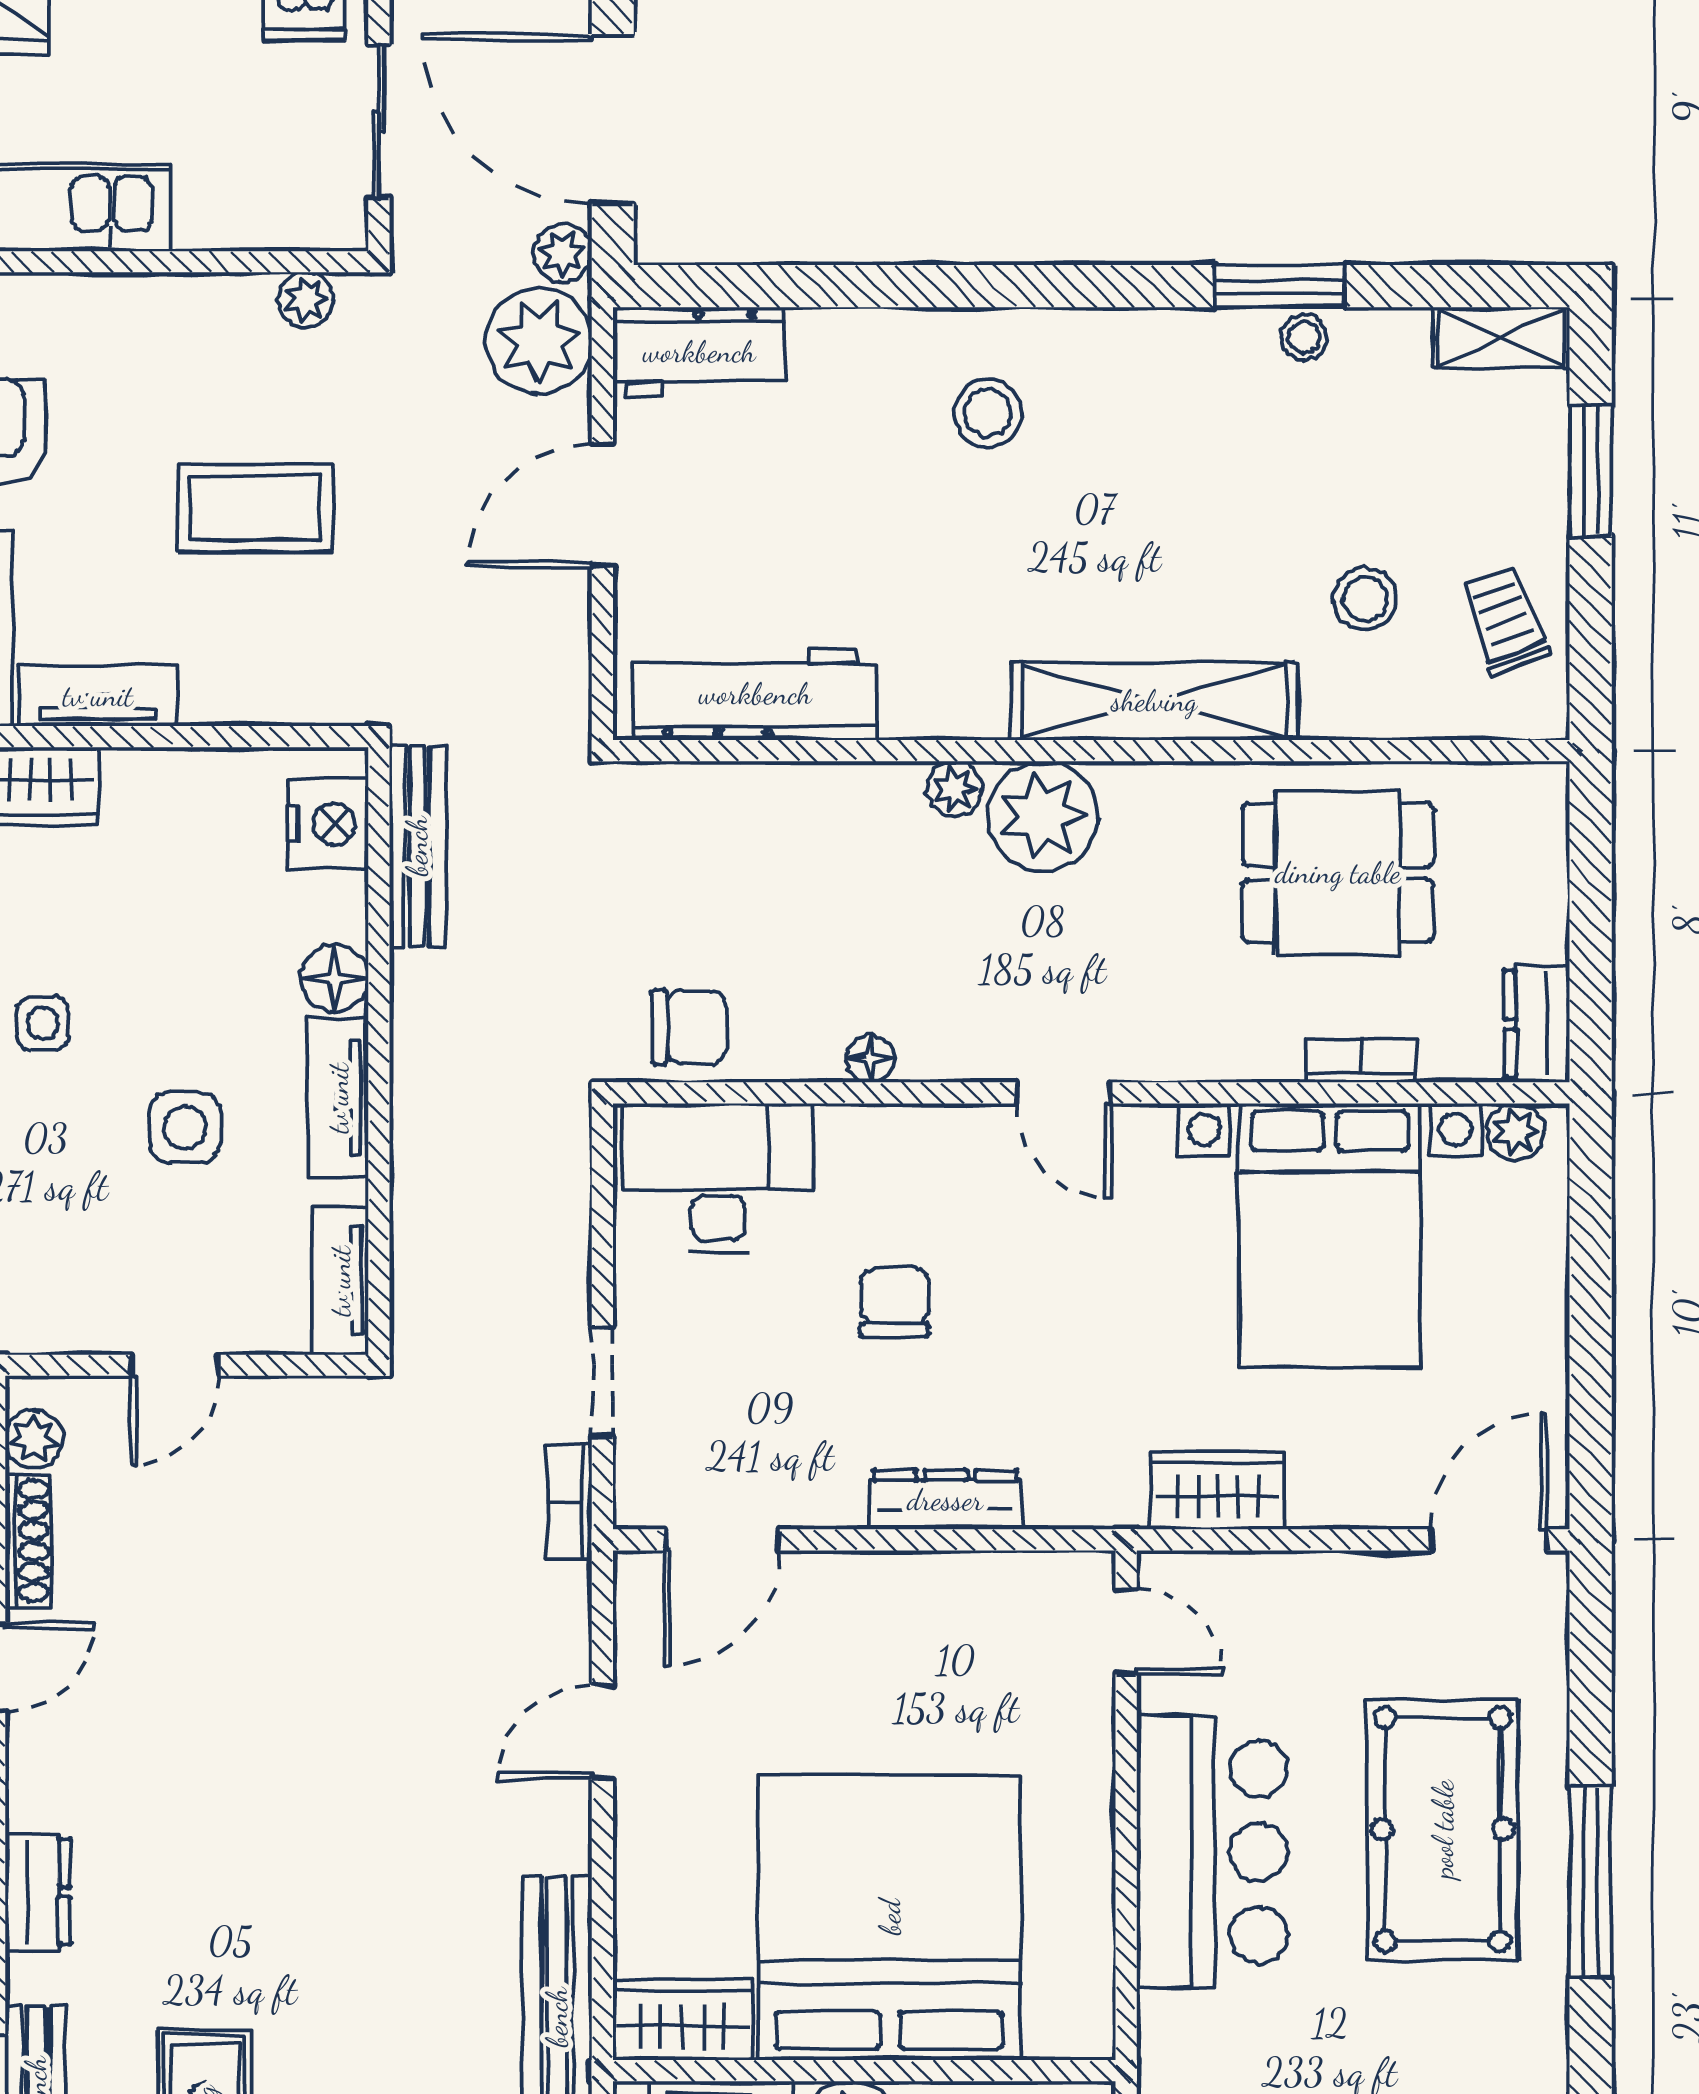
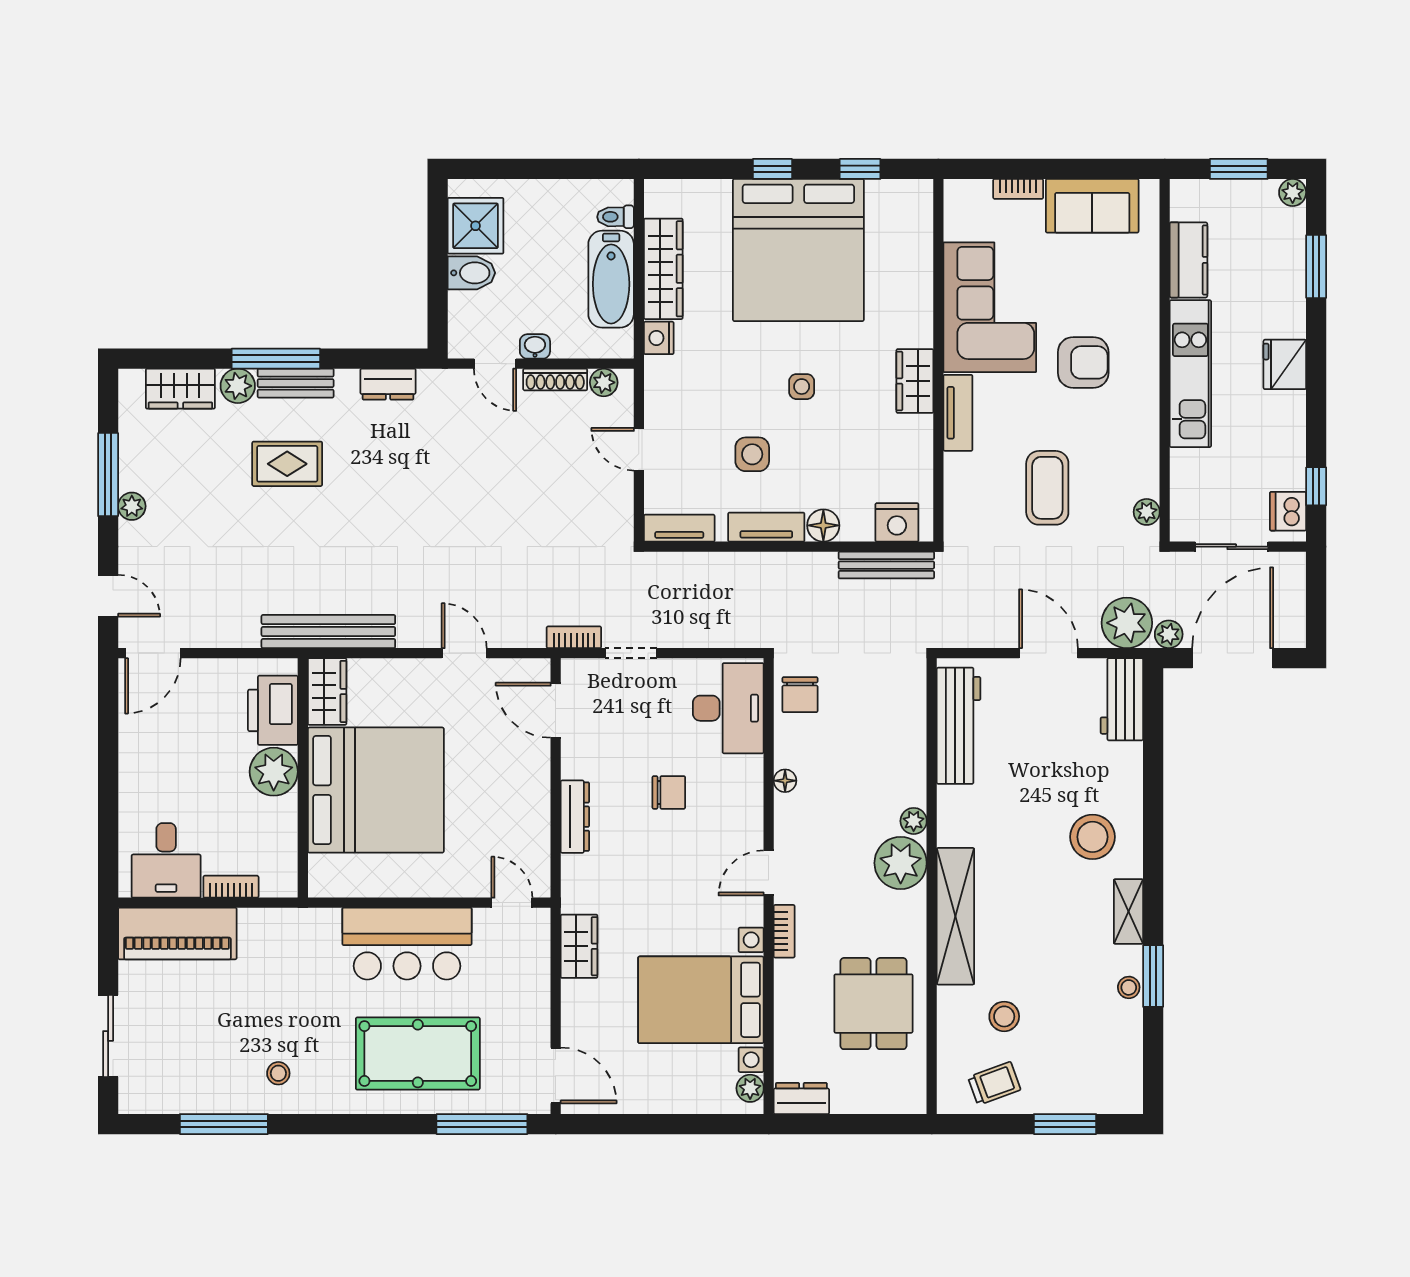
shelving: (1501, 338) -> (1128, 912), moved
stool: (988, 413) -> (1092, 837), width x1.38, depth x1.38
bookcase: (1361, 1060) -> (784, 931), moved
door: (1126, 1632) -> (512, 903), swing flipped
window: (1591, 1882) -> (482, 1124), moved

